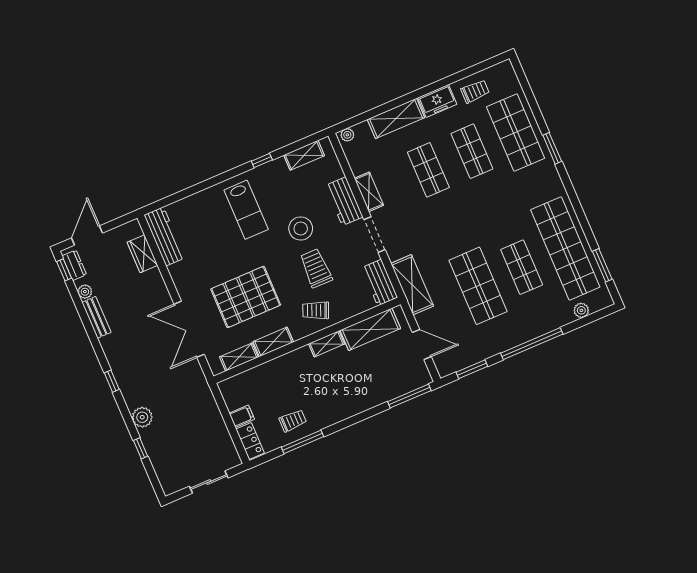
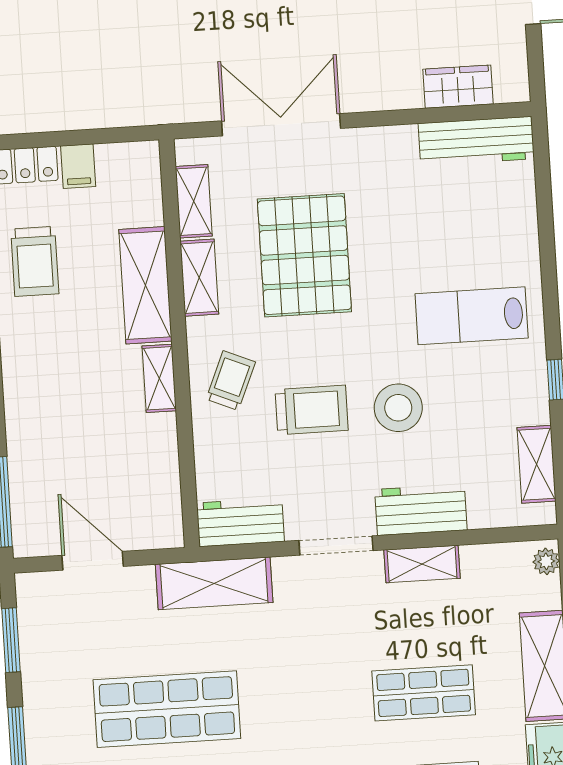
shelving: (370, 329) -> (145, 285), moved
door: (422, 345) -> (93, 561), swing flipped
trolley: (293, 421) -> (35, 261), width x1.36, depth x1.39

